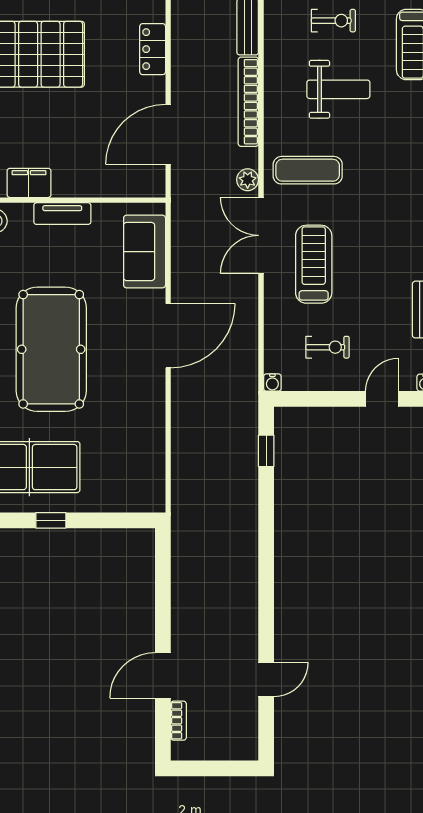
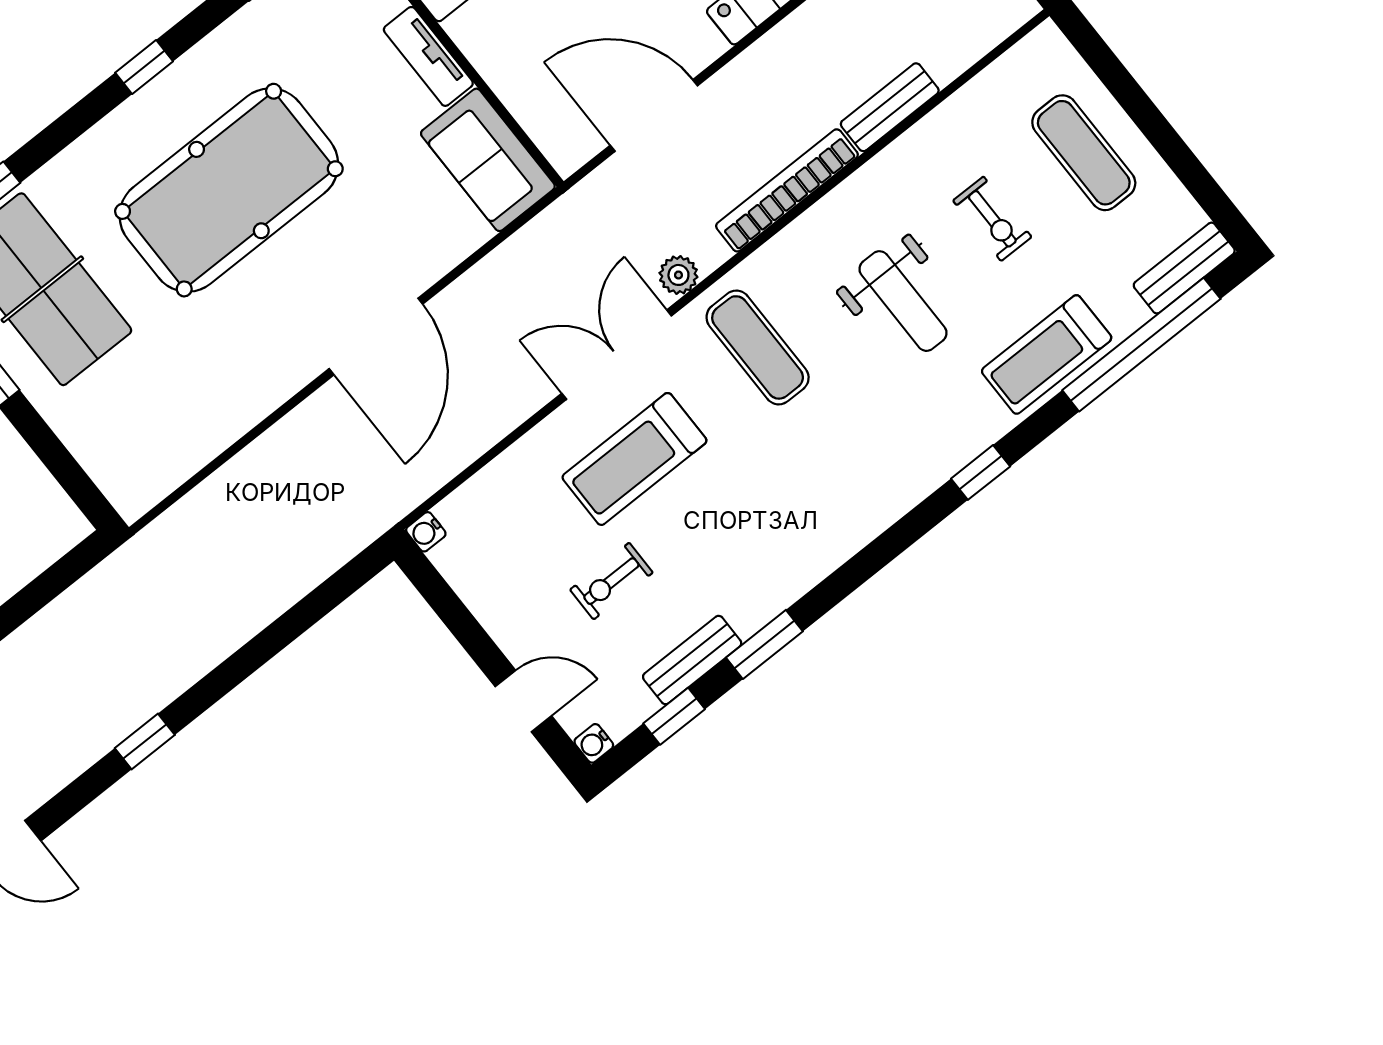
sofa: (145, 252) -> (488, 160), moved, turned -90
treadmill: (314, 264) -> (634, 459), turned 180
door: (168, 336) -> (376, 336), hinge flipped
exercise bike: (327, 347) -> (611, 581), moved, turned 90
window: (266, 451) -> (145, 742), moved

